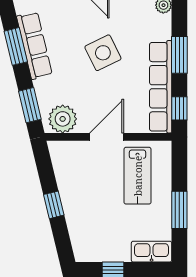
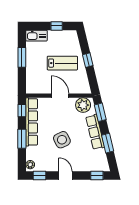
row of seats: (34, 45) -> (95, 132), moved
door: (107, 137) -> (60, 96), swing flipped
lab bench: (138, 176) -> (62, 63), moved, turned 90

